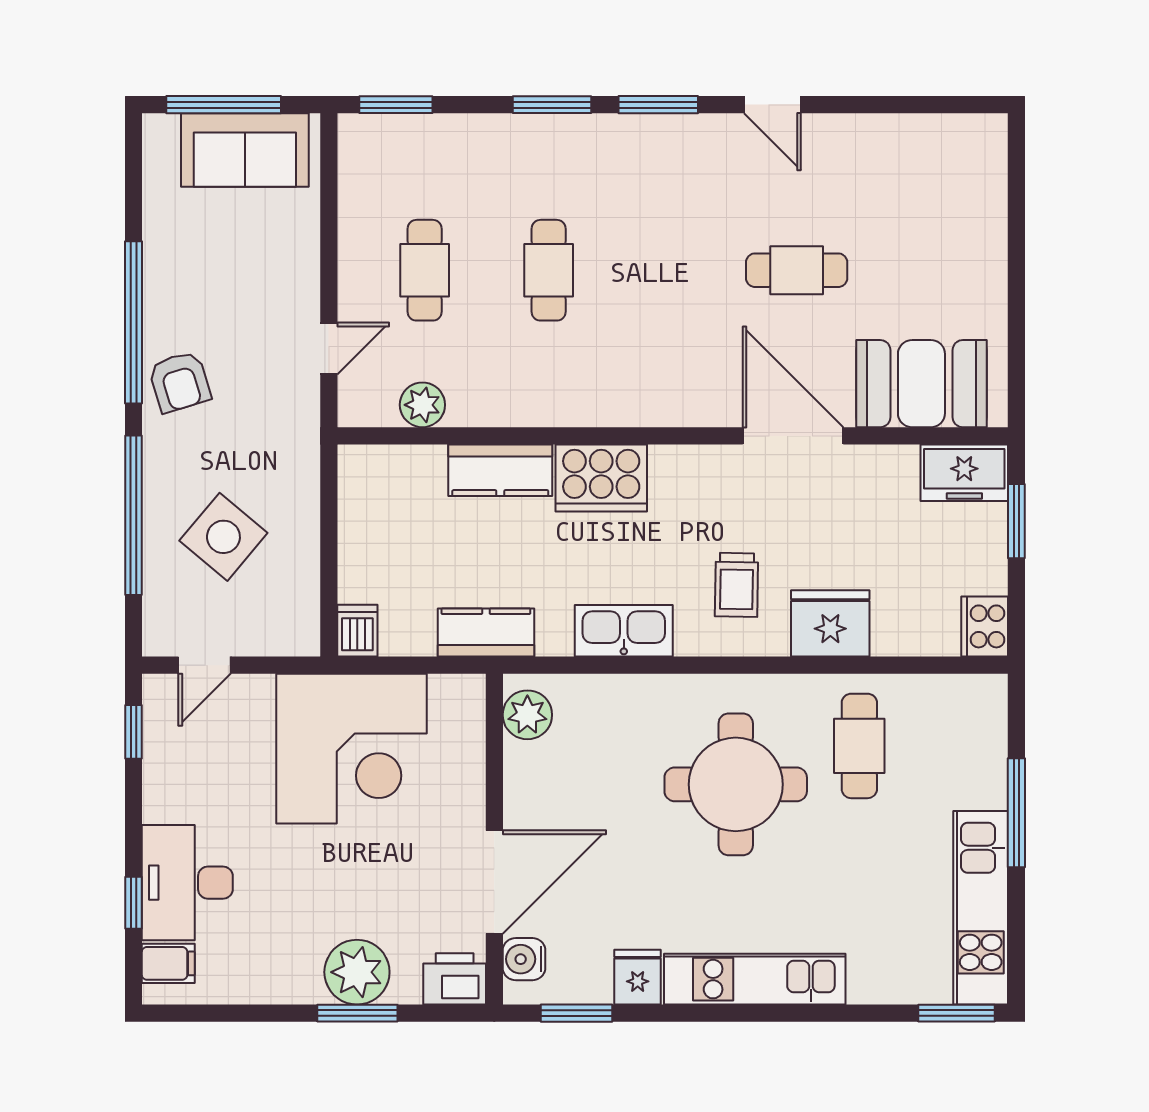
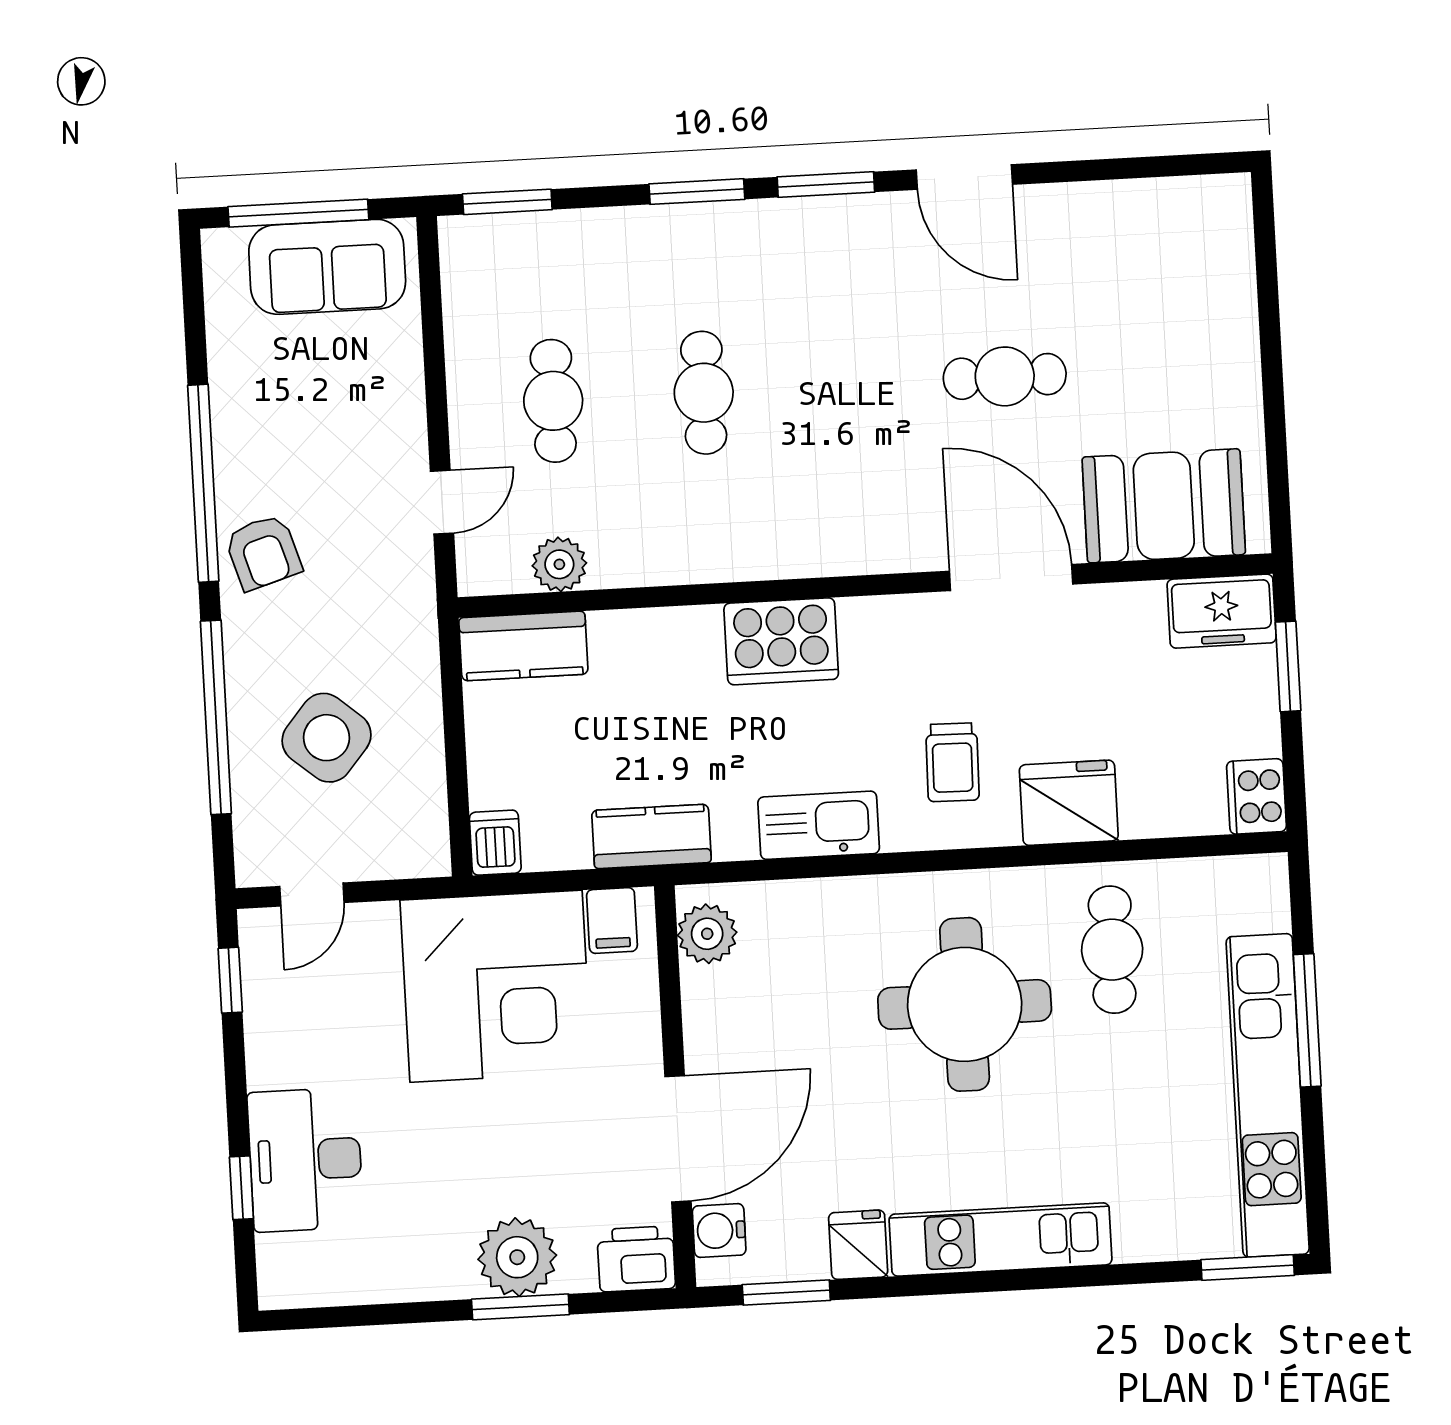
door: (772, 105) -> (964, 177), width x1.38
kitchen counter: (500, 470) -> (523, 646), moved
kitchen unit: (981, 908) -> (1268, 1095), width x1.36
filing cabinet: (168, 963) -> (612, 921), moved, turned 90

